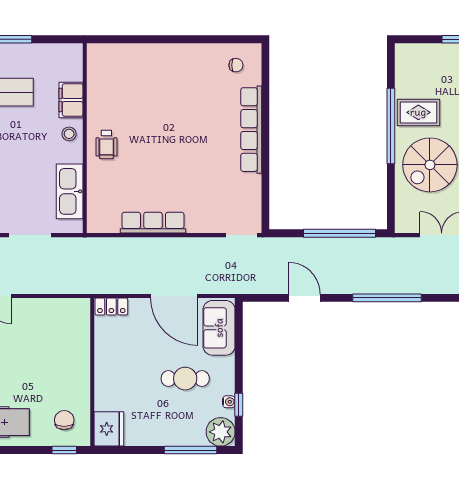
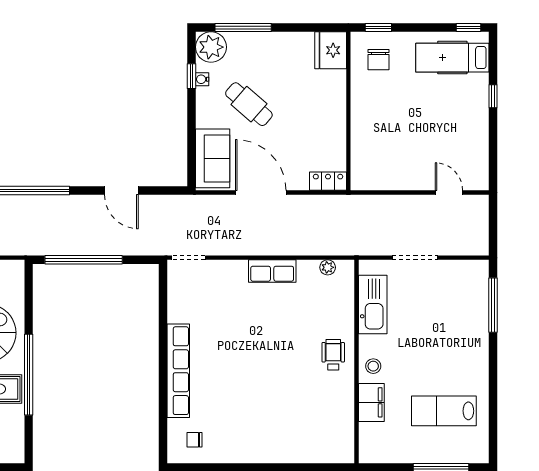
row of seats: (153, 223) -> (272, 271), width x0.68
plant: (112, 226) -> (328, 267), added
cafe table: (185, 379) -> (249, 104), turned 41

